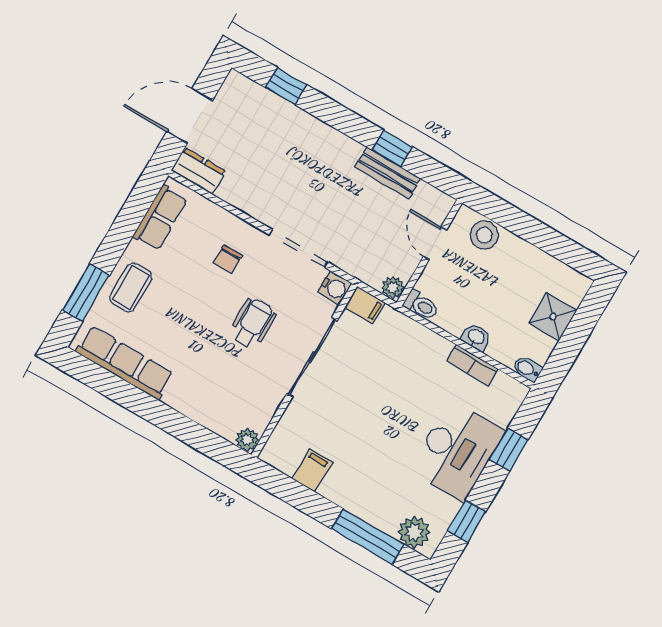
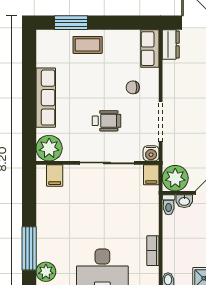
row of seats: (160, 218) -> (150, 49), moved, turned 90
plant: (393, 288) -> (175, 178), width x1.88, depth x1.88
washbasin: (476, 337) -> (184, 201), moved, turned 90
row of seats: (125, 363) -> (46, 98), moved
plant: (247, 440) -> (49, 148), width x1.88, depth x1.88
filing cabinet: (312, 470) -> (55, 175), moved, turned 90

